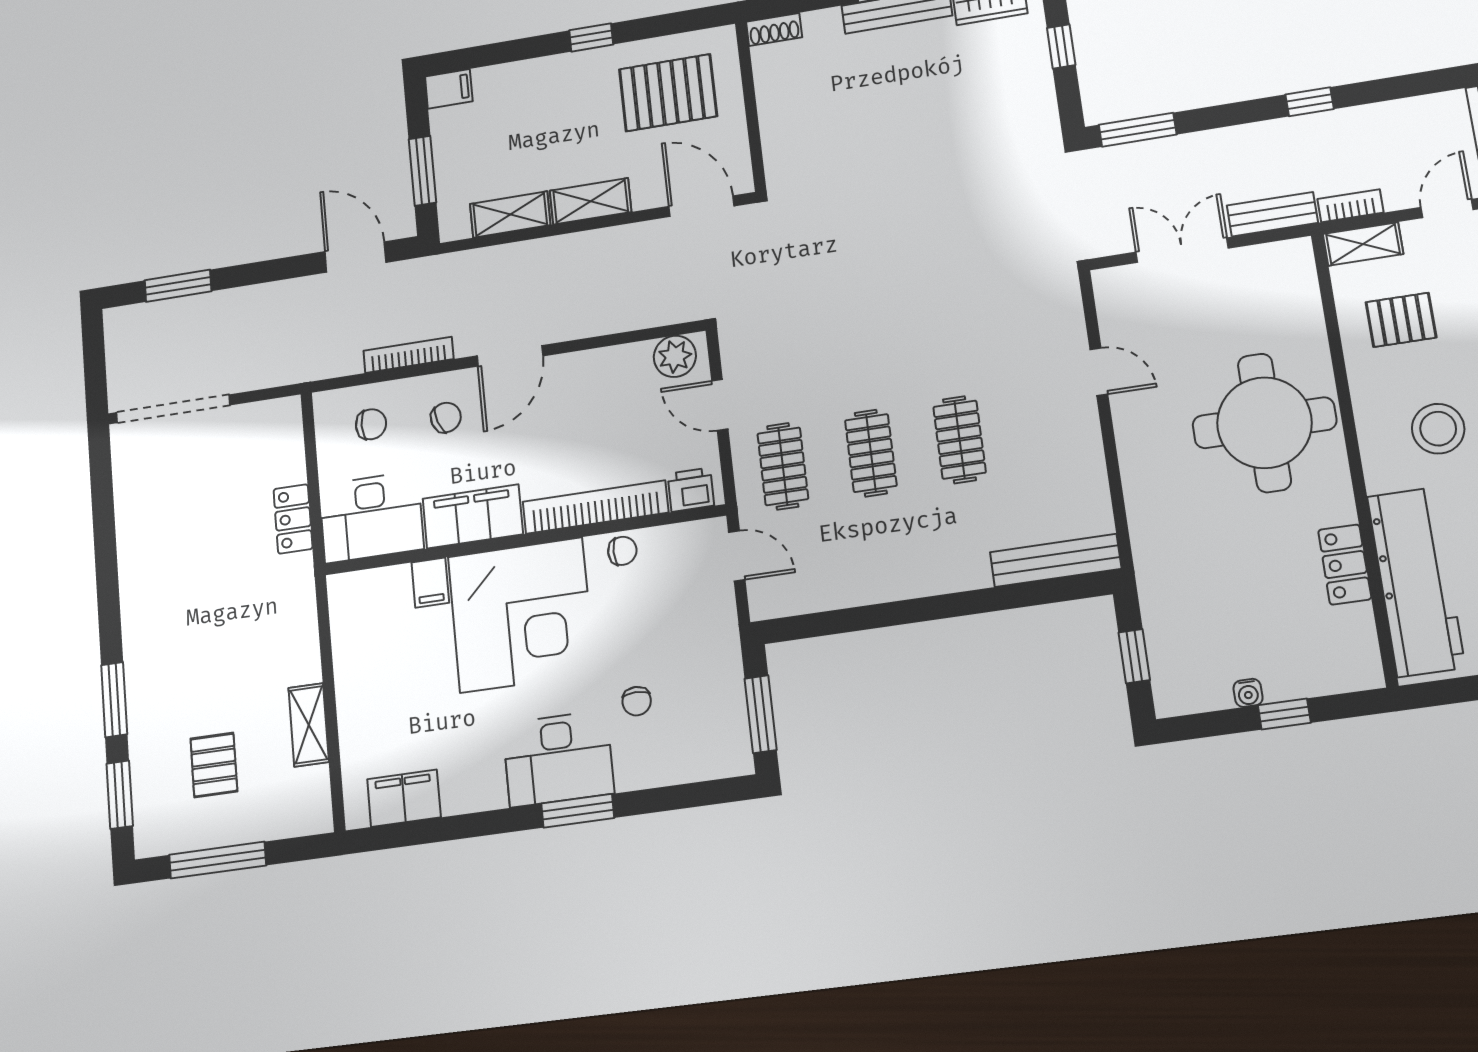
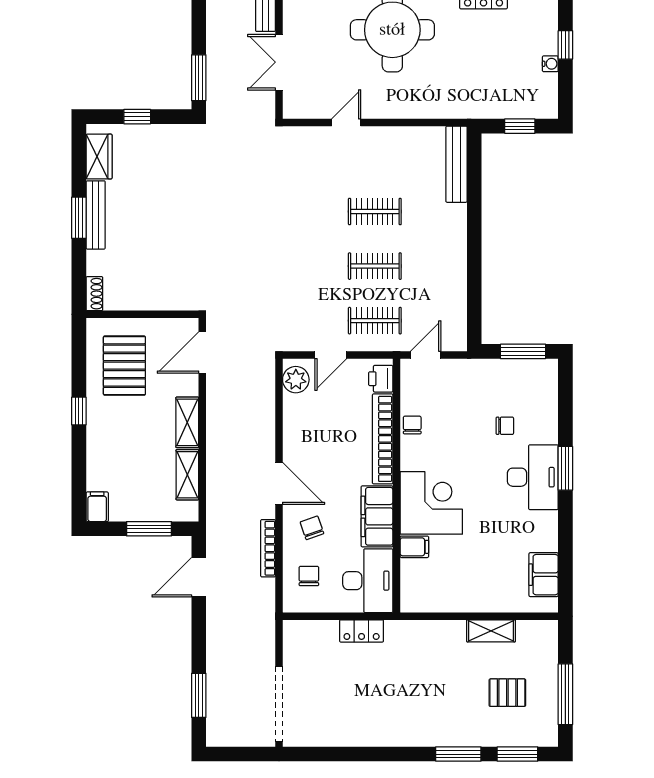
corner desk: (521, 615) -> (431, 503), width x0.74, depth x0.74

